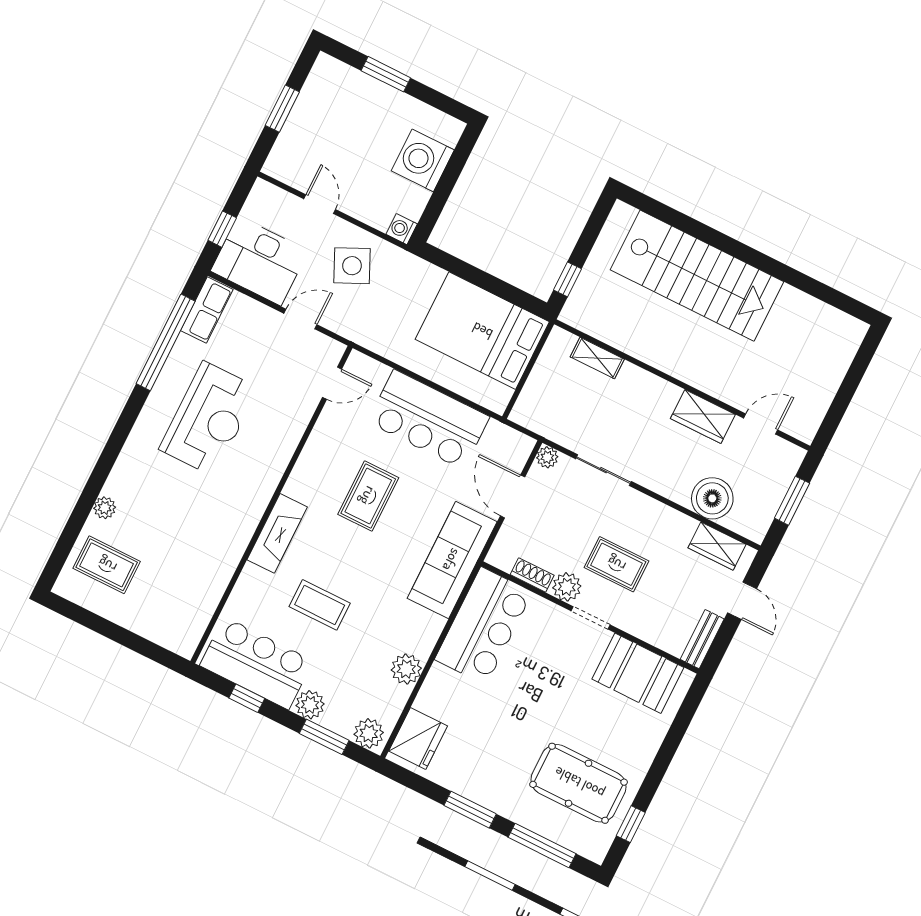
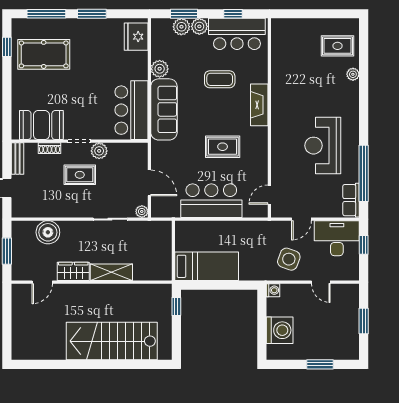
side table: (352, 266) -> (289, 259), turned 45
bed: (482, 331) -> (207, 266), width x0.67
shelving: (597, 358) -> (111, 272), moved, width x1.50, depth x1.33
rug: (368, 496) -> (223, 147), turned 90
wardrobe: (717, 546) -> (33, 209), removed
sofa: (452, 560) -> (164, 109), moved
shoe rack: (532, 575) -> (49, 148), moved
plant: (369, 733) -> (181, 27), moved

